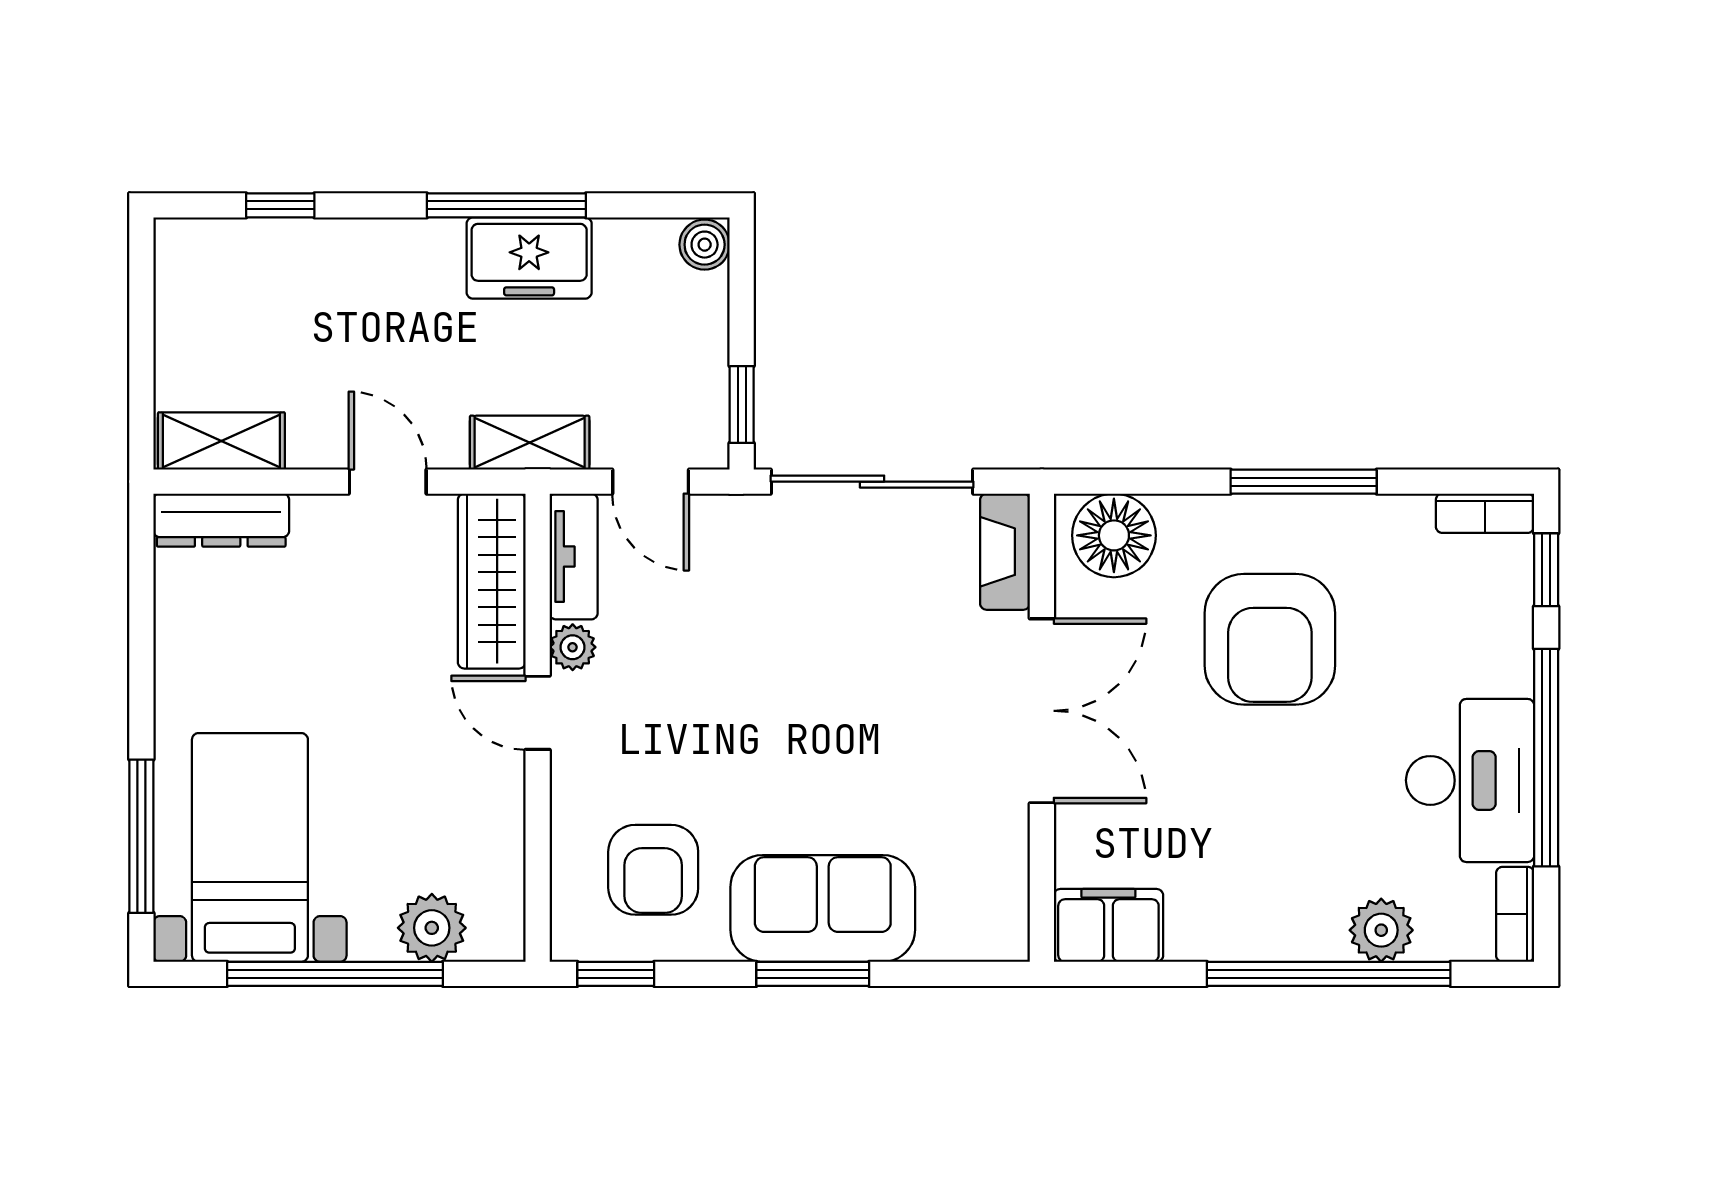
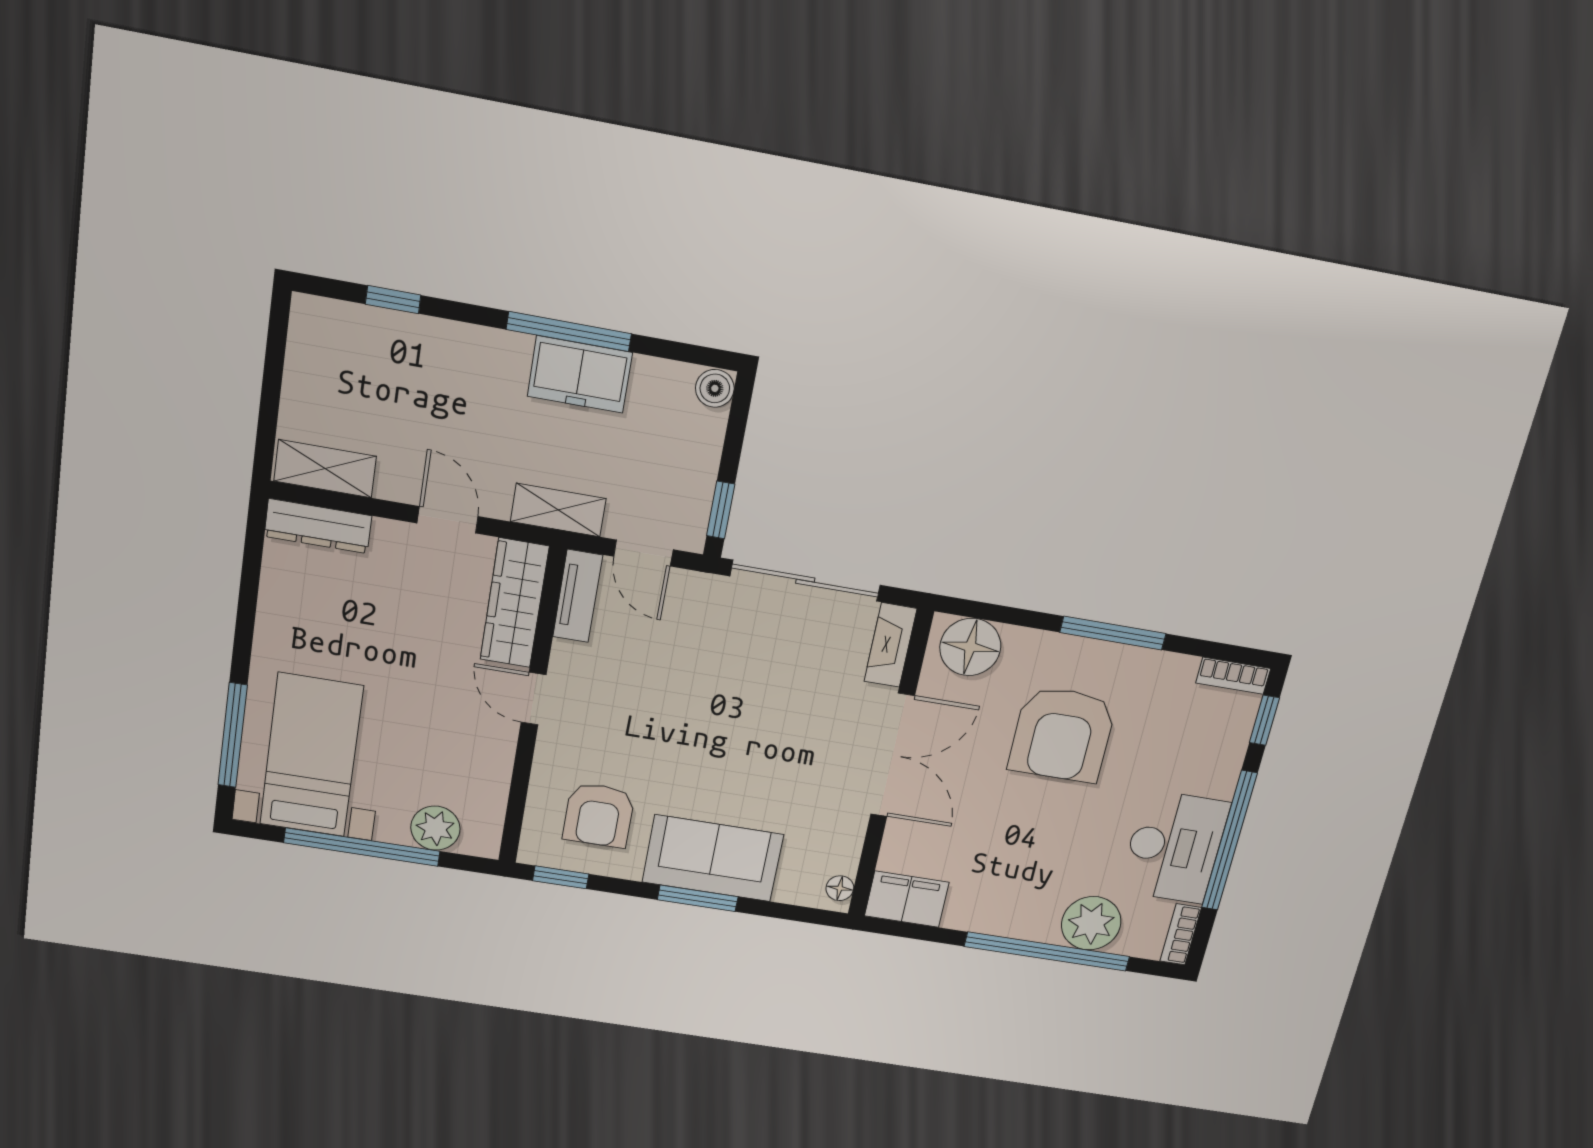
plant: (573, 647) -> (566, 658), removed
floor lamp: (1010, 924) -> (840, 888), added
plant: (1381, 930) -> (1091, 923), width x1.36, depth x1.36

